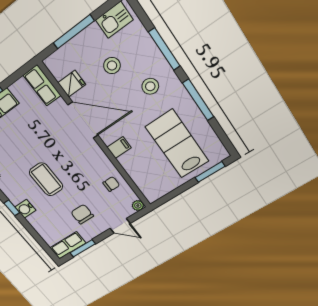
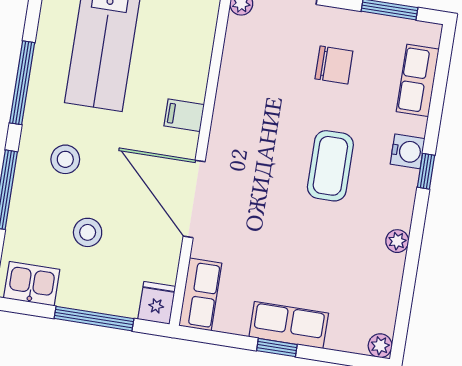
fridge: (72, 84) -> (157, 303), moved, turned 90
chair: (111, 184) -> (246, 72), removed
chair: (82, 214) -> (334, 65), turned -90
row of seats: (68, 245) -> (418, 80), moved, turned 90

